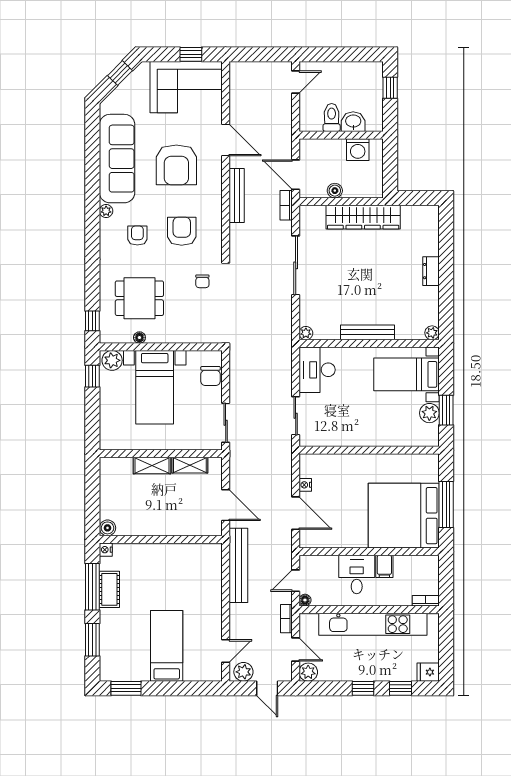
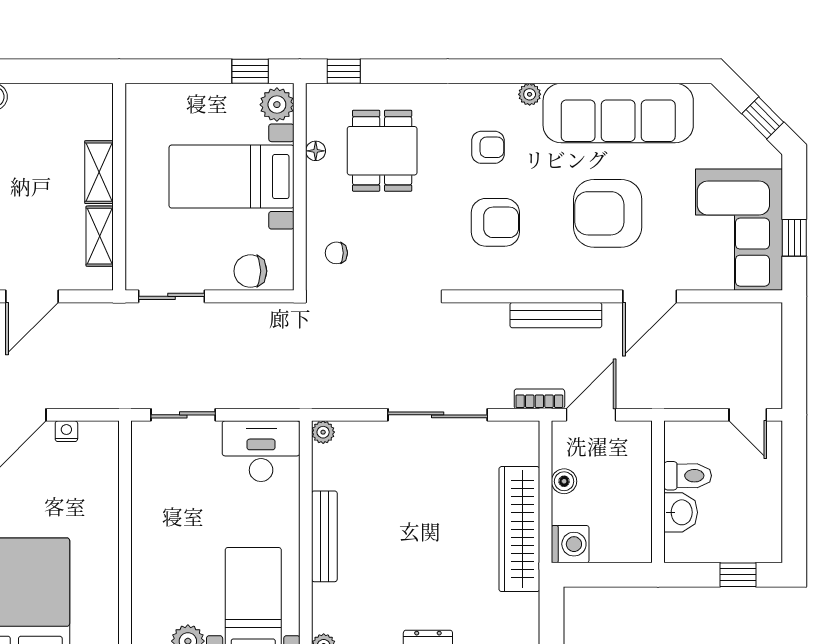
washing machine: (358, 150) -> (570, 544), moved, turned 180
chair: (202, 281) -> (336, 253), moved

